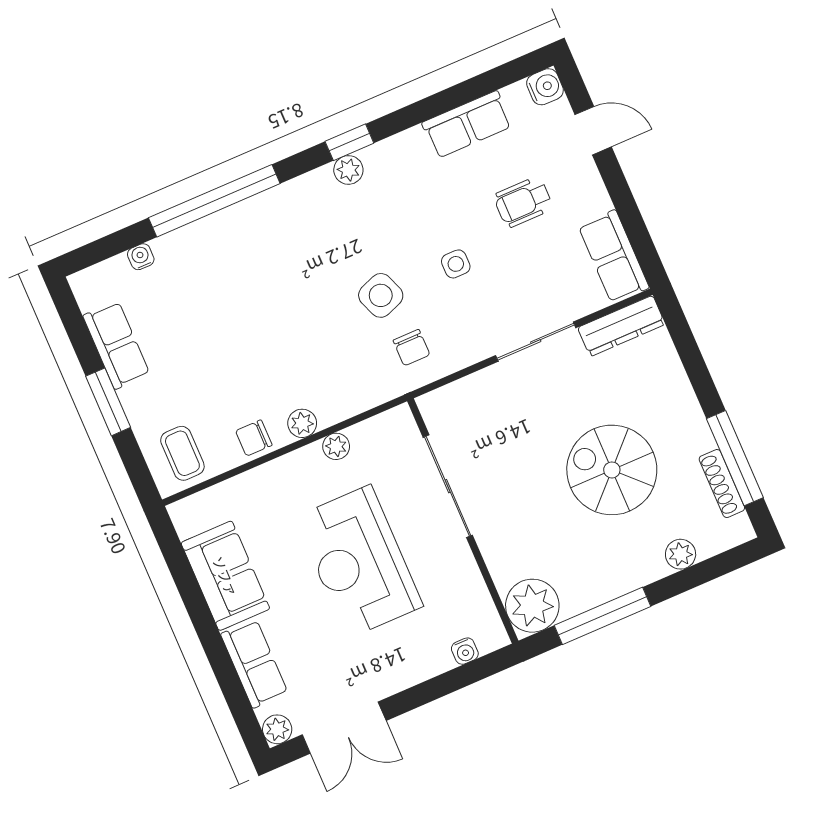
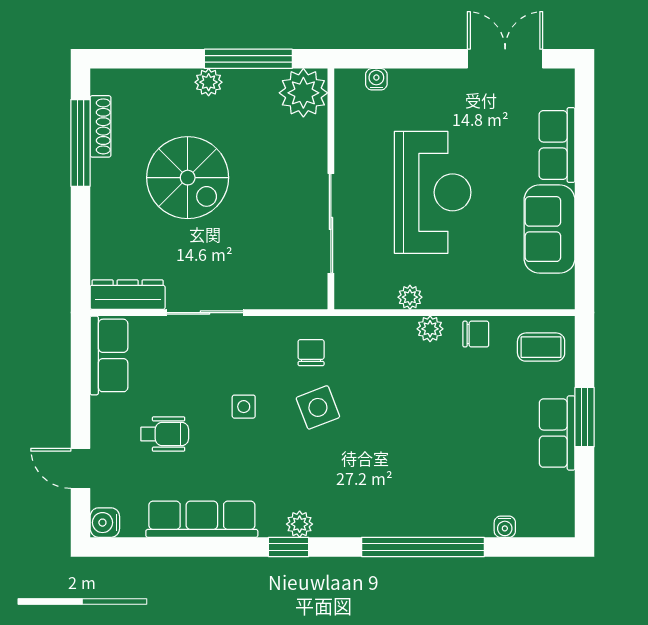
row of seats: (467, 124) -> (202, 519), width x1.48
row of seats: (116, 345) -> (557, 433), moved
coffee table: (182, 453) -> (541, 347), turned 90
plant: (681, 554) -> (209, 82), moved
plant: (277, 729) -> (562, 82), removed

